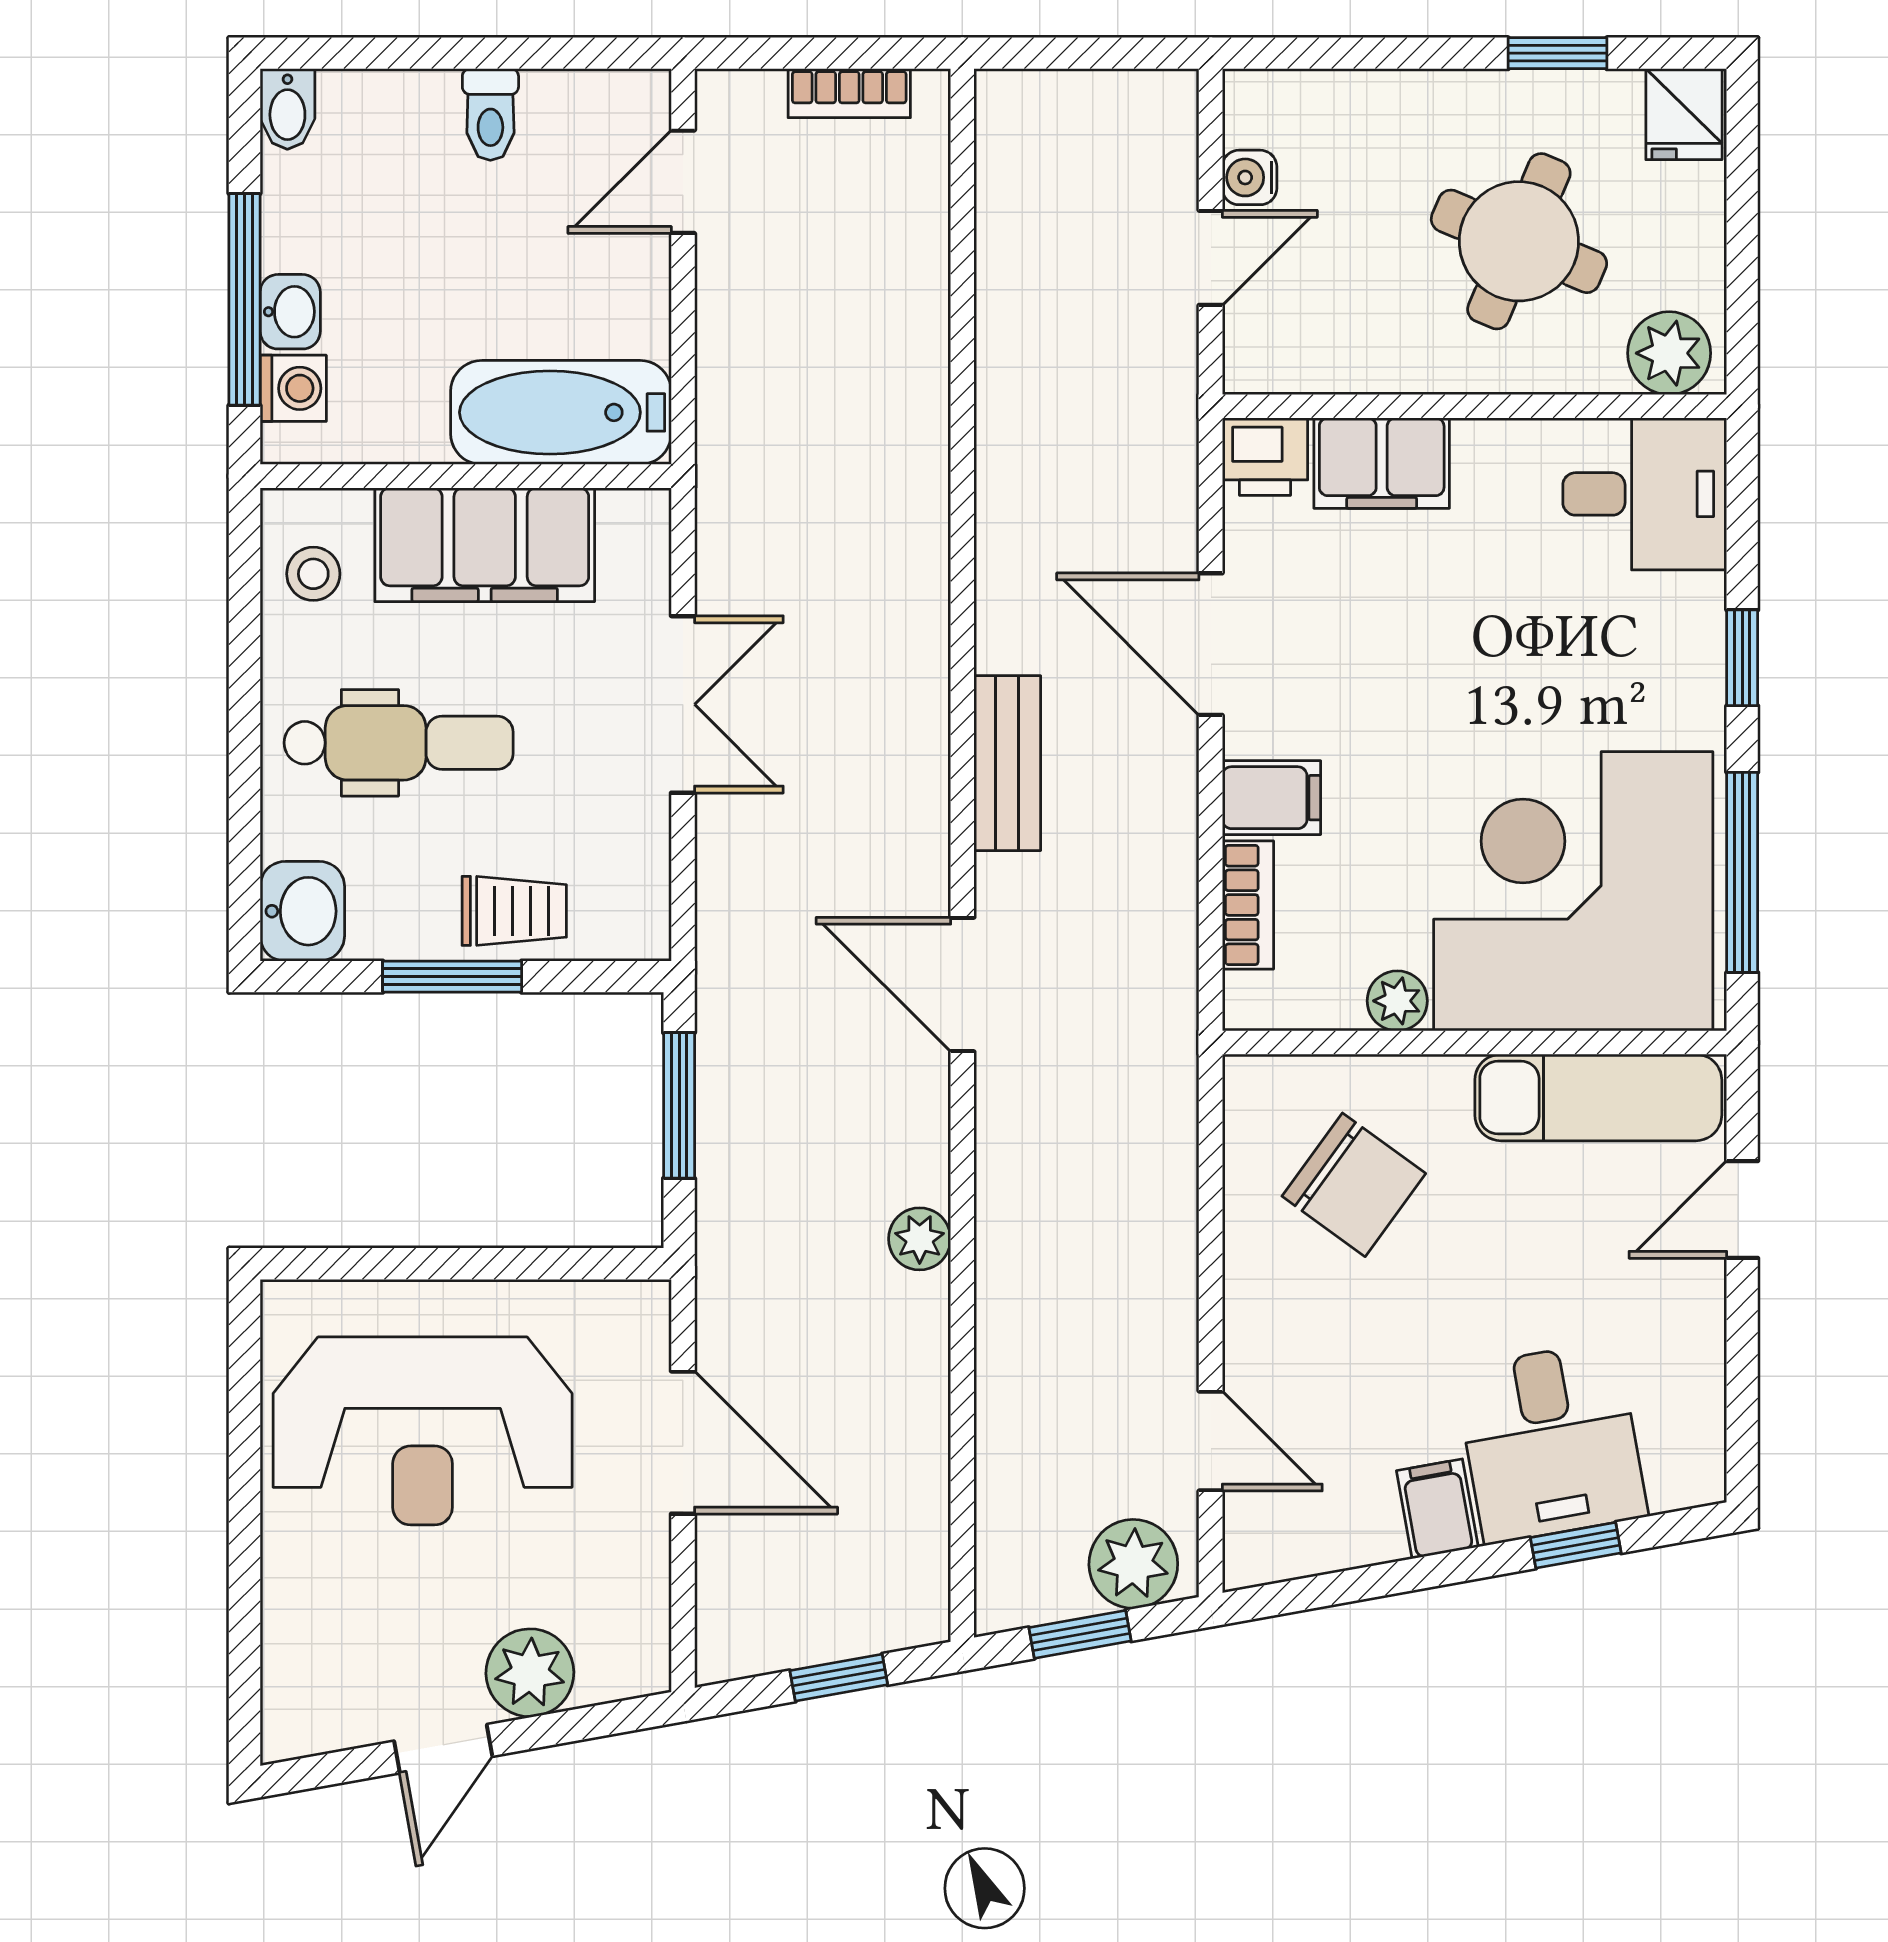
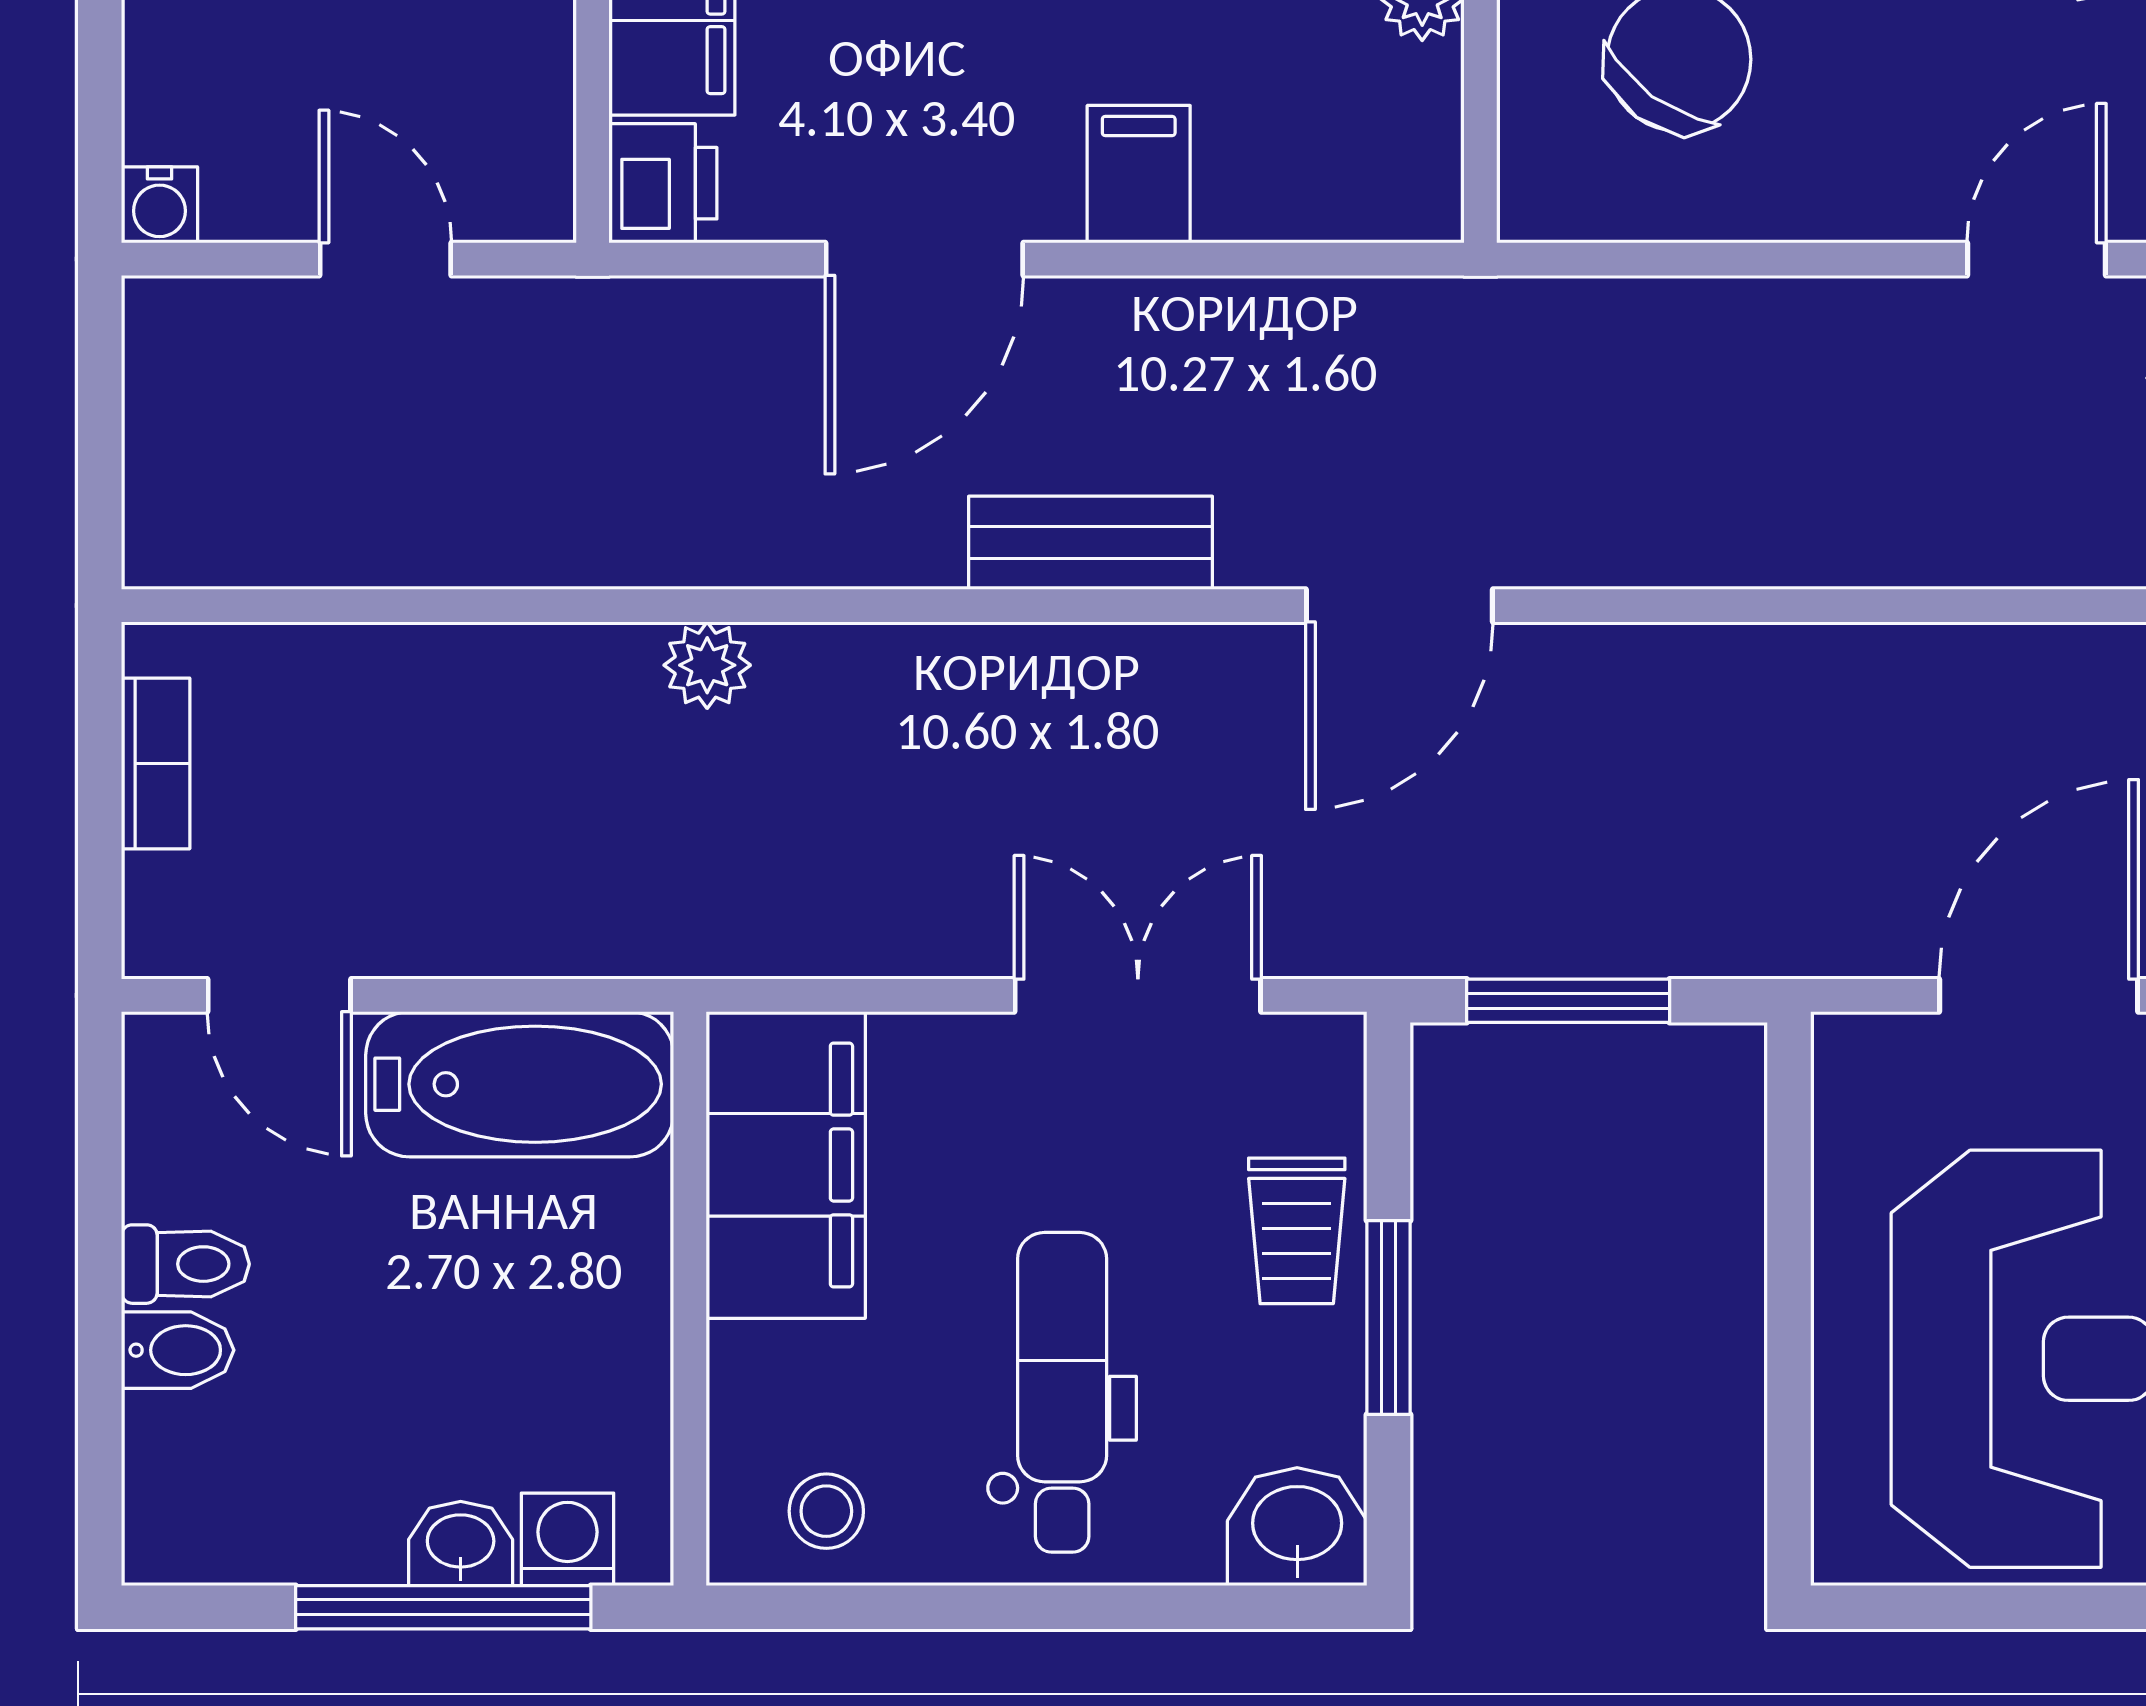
bidet: (287, 109) -> (178, 1350), moved
water cooler: (1250, 177) -> (159, 205), moved
bathtub: (561, 412) -> (520, 1084), moved, turned -90
filing cabinet: (485, 545) -> (786, 1165), moved
double door: (683, 704) -> (1138, 995), moved
bookcase: (1248, 905) -> (1288, 207), removed
trolley: (514, 911) -> (1297, 1231), turned 180
plant: (920, 1239) -> (707, 665), moved

